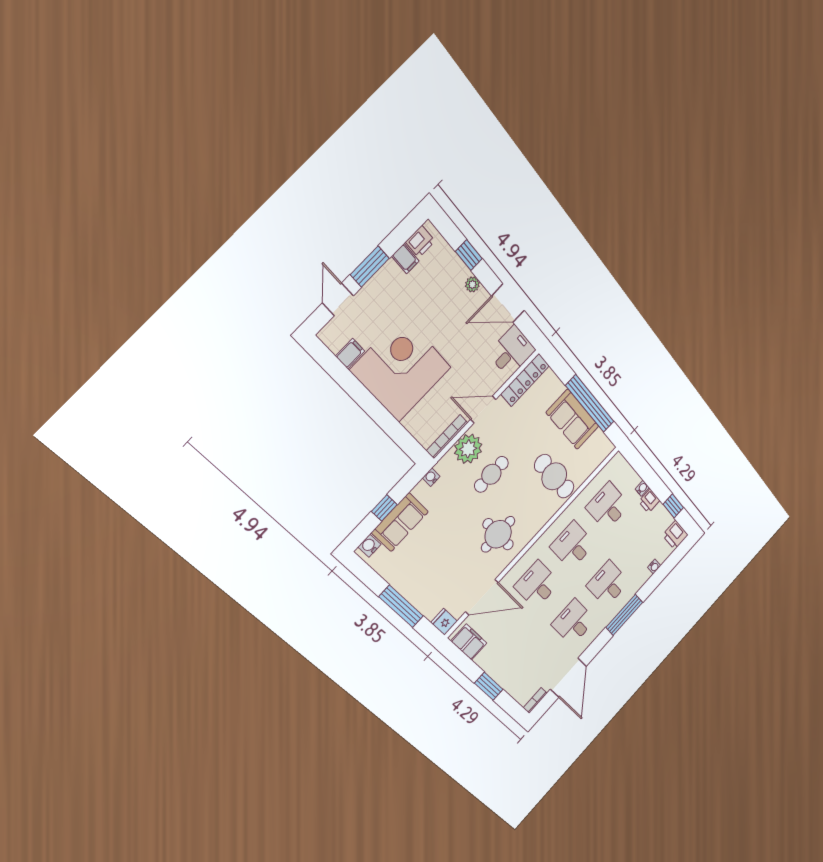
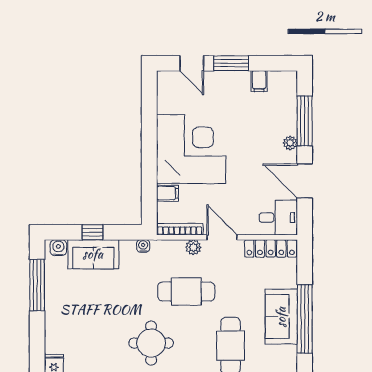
printer: (420, 242) -> (279, 80), removed
window: (469, 255) -> (305, 121), width x2.17
door: (338, 299) -> (192, 63), swing flipped
filing cabinet: (350, 354) -> (167, 193), moved
plant: (468, 449) -> (193, 247), width x0.53, depth x0.53
cafe table: (491, 474) -> (186, 291), width x1.37, depth x1.35
window: (401, 606) -> (37, 285), moved

